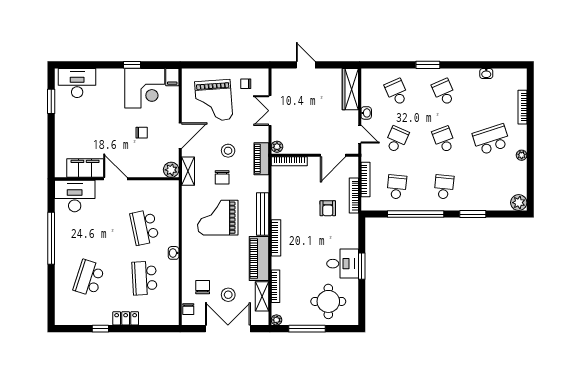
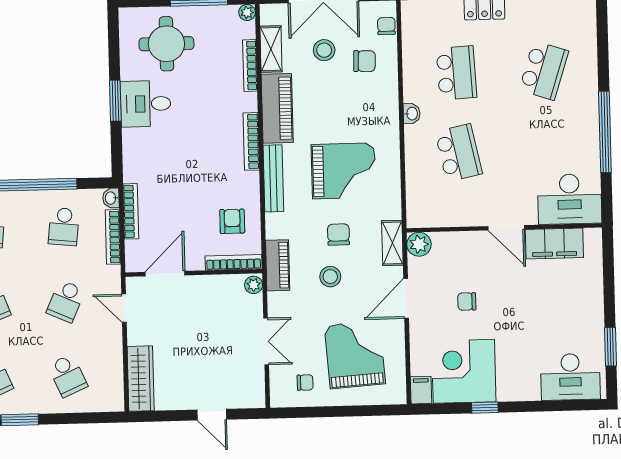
washbasin: (366, 113) -> (111, 198), moved
armchair: (328, 208) -> (232, 221), moved
chair: (203, 287) -> (364, 61), turned -88

